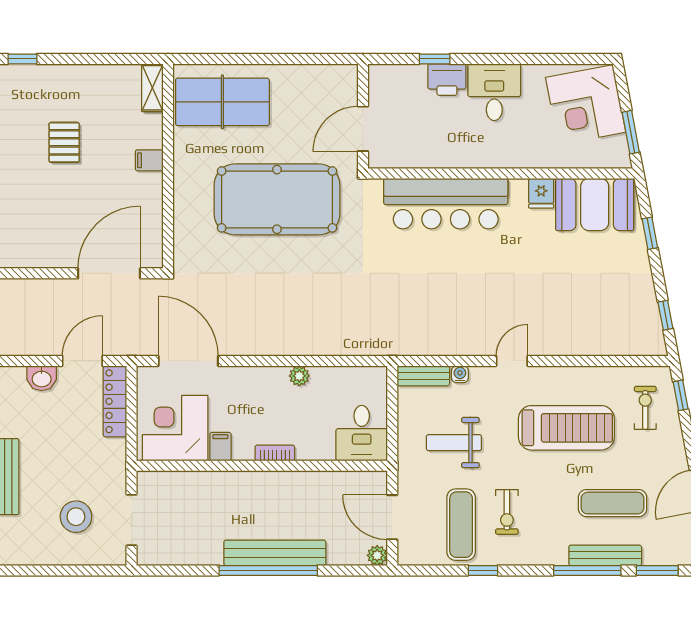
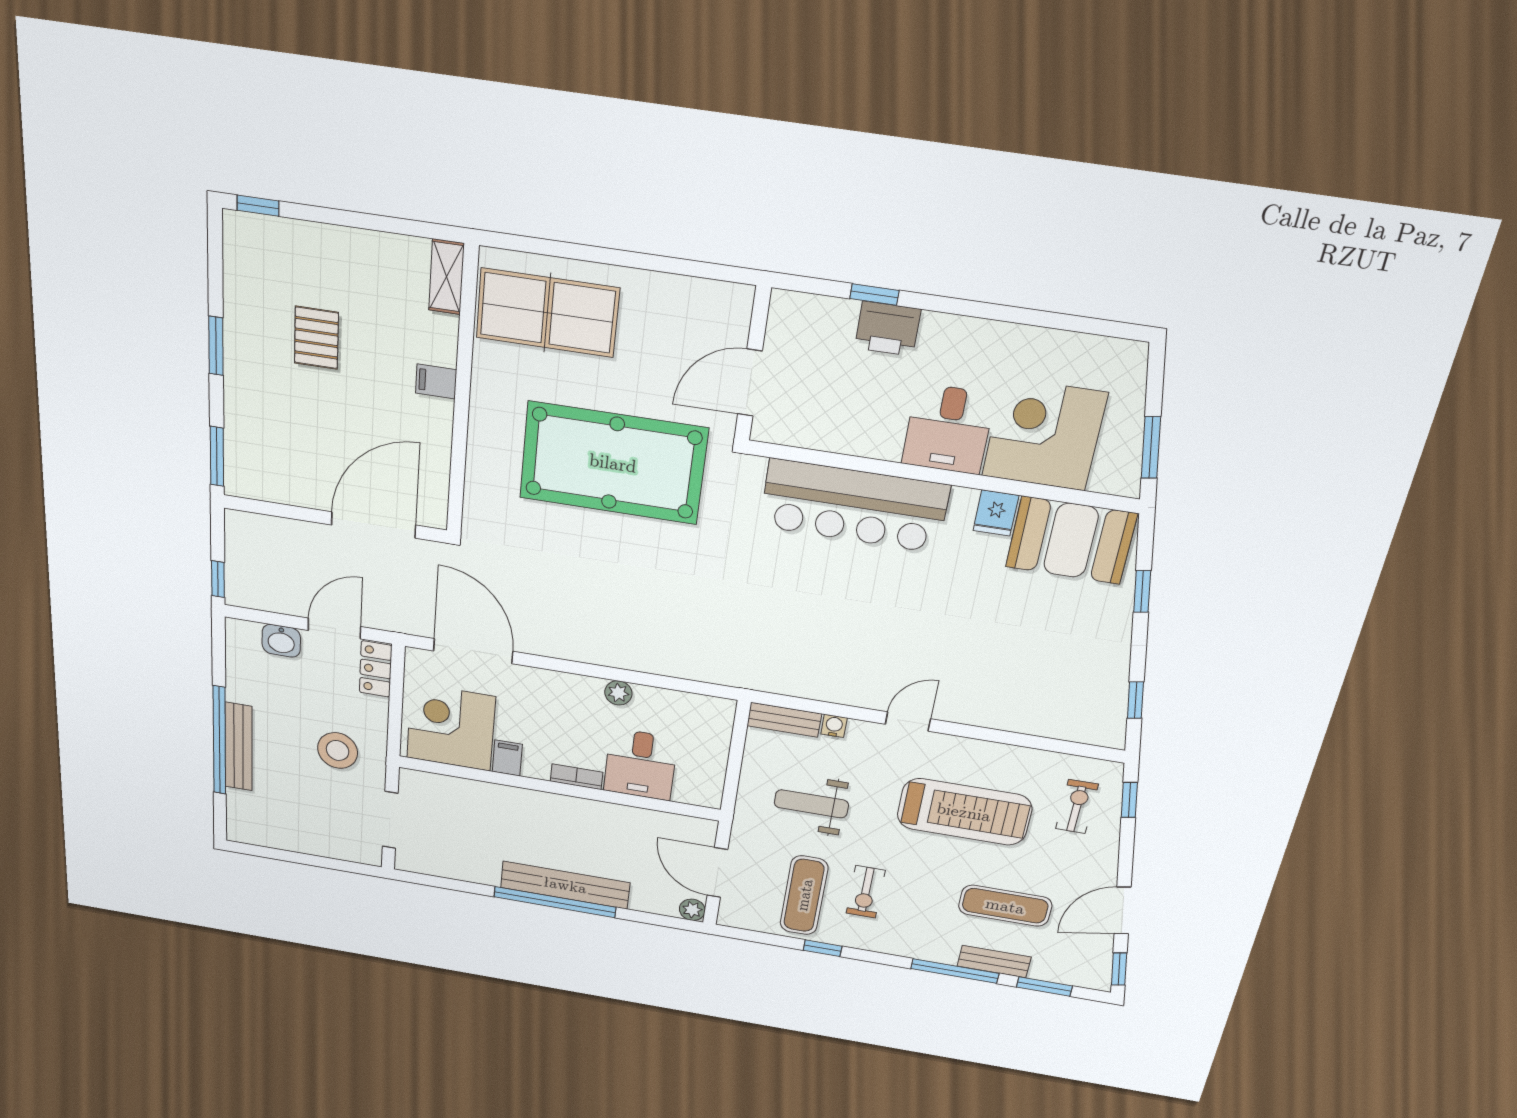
desk: (494, 92) -> (948, 429), moved, turned 180
corner desk: (586, 105) -> (1044, 434), moved, turned 101
locker: (115, 401) -> (376, 669), width x0.66
desk: (362, 433) -> (640, 764), moved
stool: (76, 517) -> (338, 751), moved
bench: (605, 555) -> (994, 962), width x0.73

